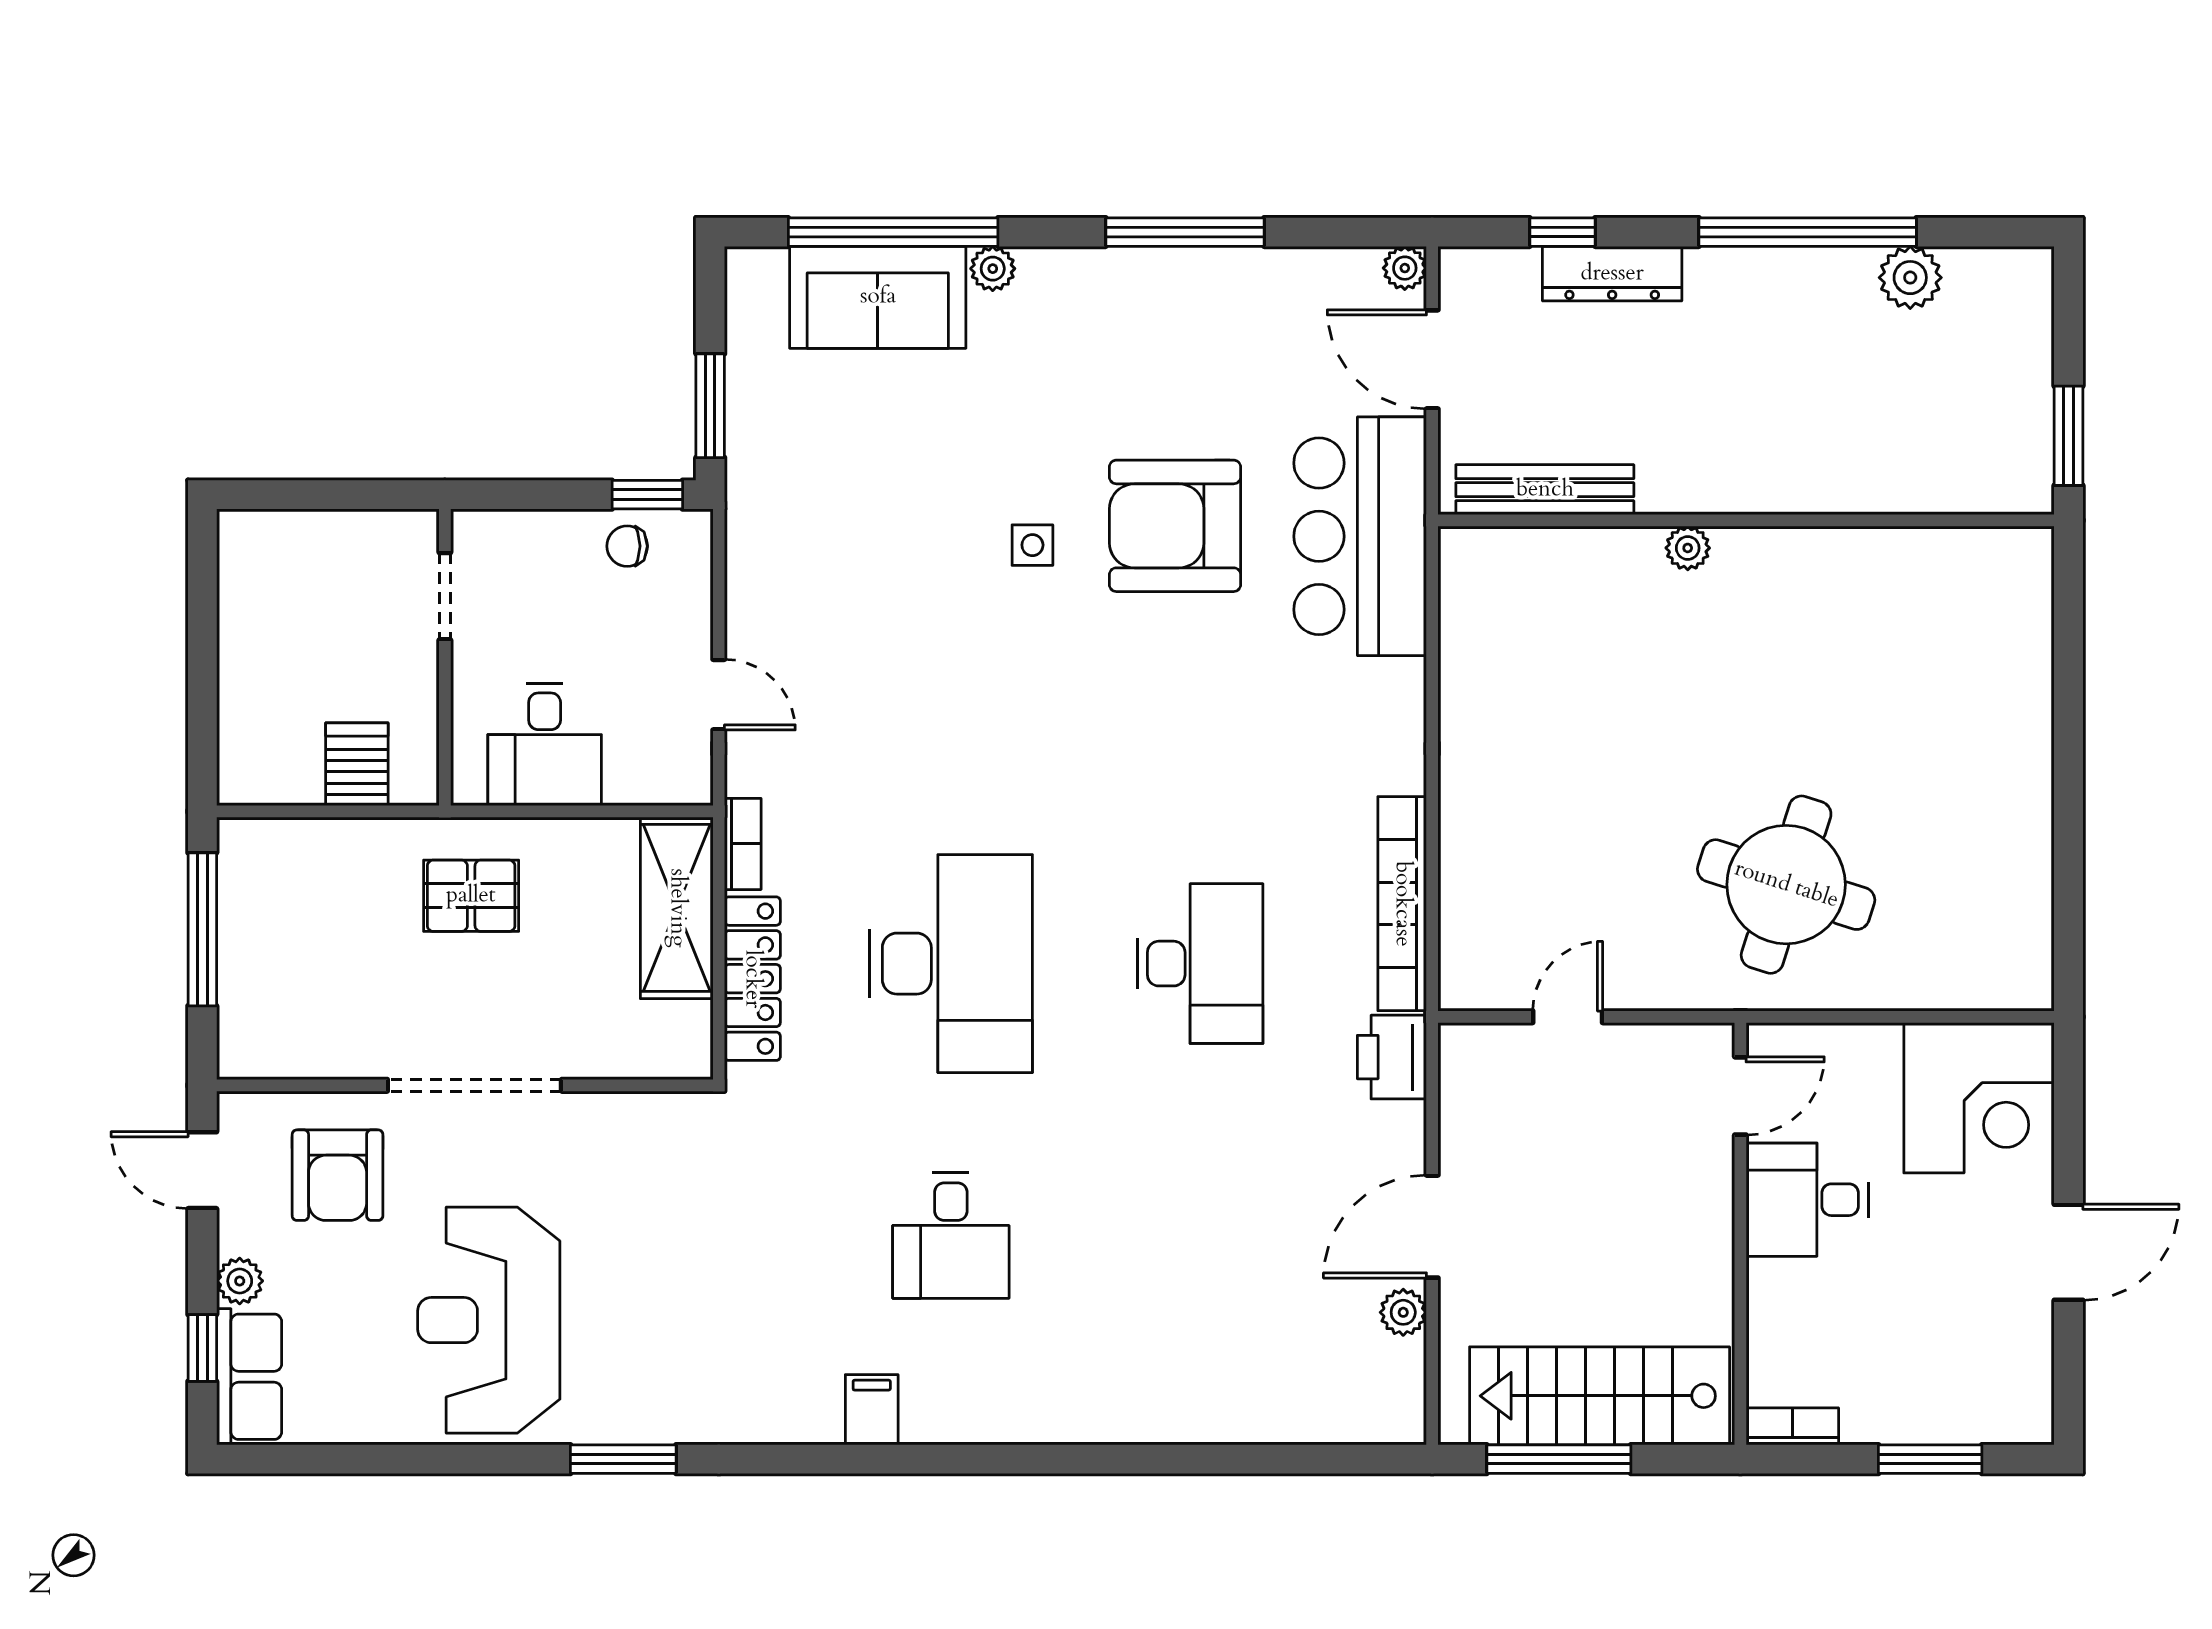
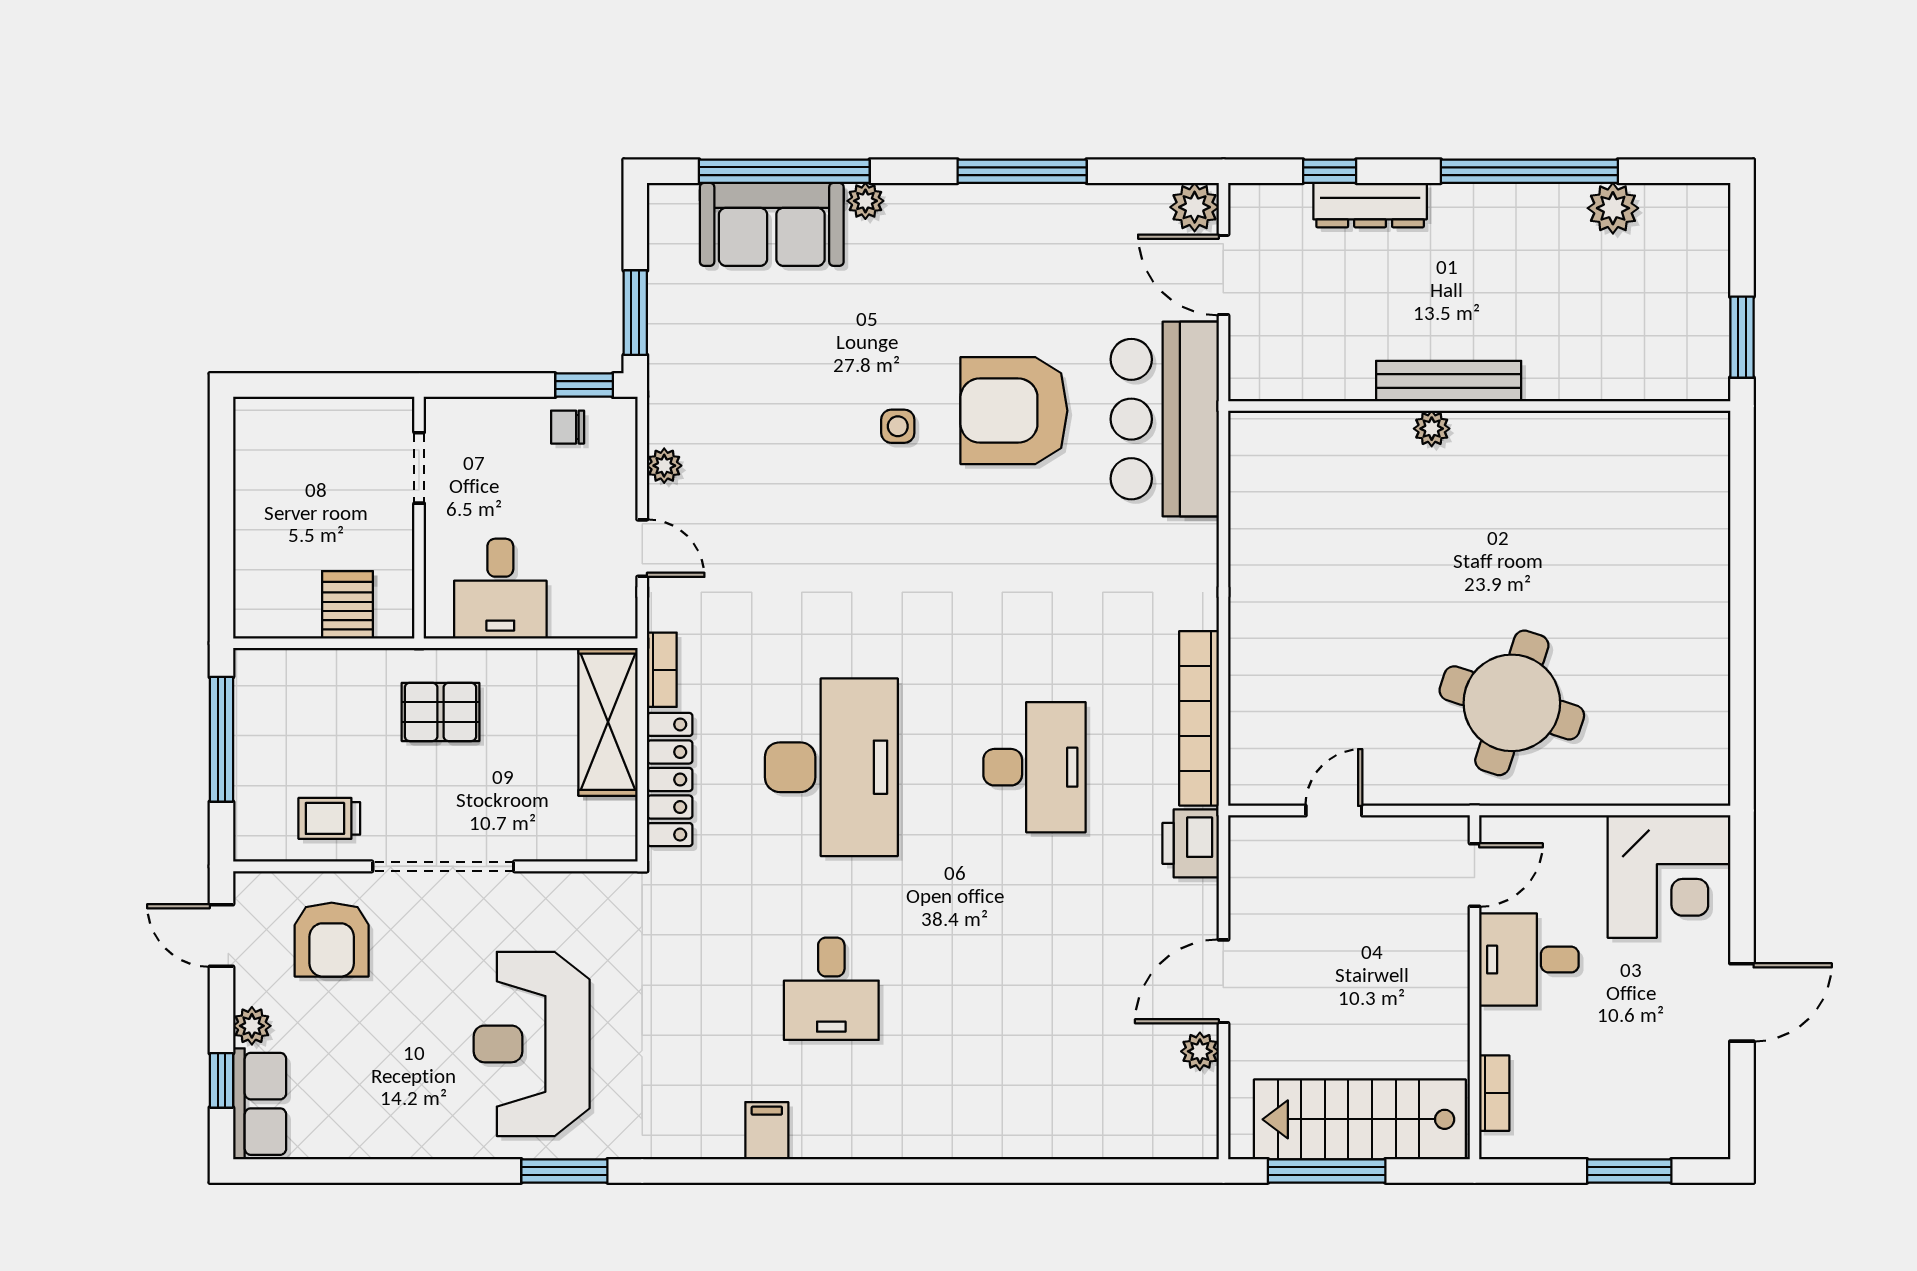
plant: (1405, 268) -> (1195, 207), width x1.38, depth x1.38
bench: (1545, 490) -> (1449, 381), moved
plant: (746, 593) -> (664, 466), added
trolley: (335, 1026) -> (329, 818), added
reception desk: (489, 1320) -> (532, 1044), moved
bookcase: (1792, 1426) -> (1494, 1093), moved, turned 90

